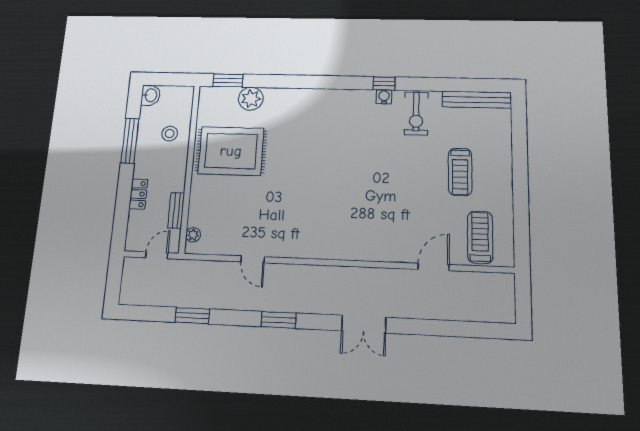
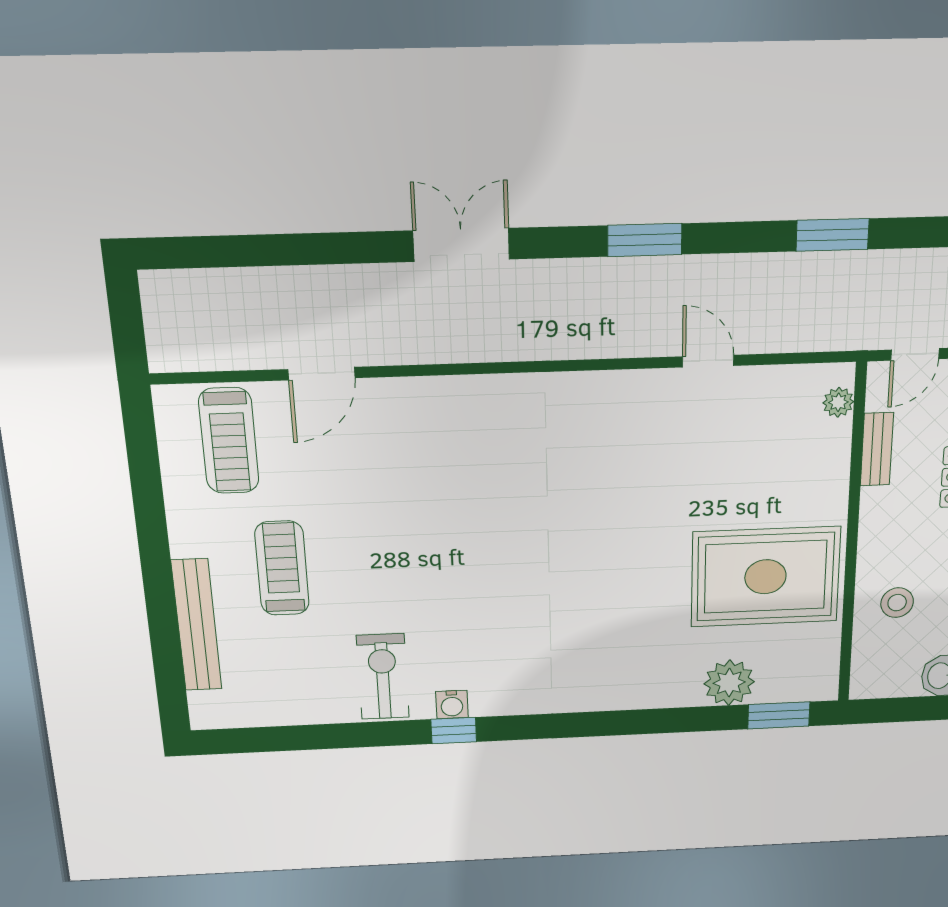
bench: (477, 100) -> (197, 625), moved, turned 90

